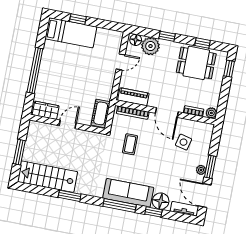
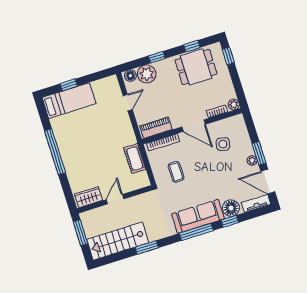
wardrobe: (46, 110) -> (89, 197), moved
wall: (67, 124) -> (115, 199), moved
door: (68, 124) -> (115, 199), moved

